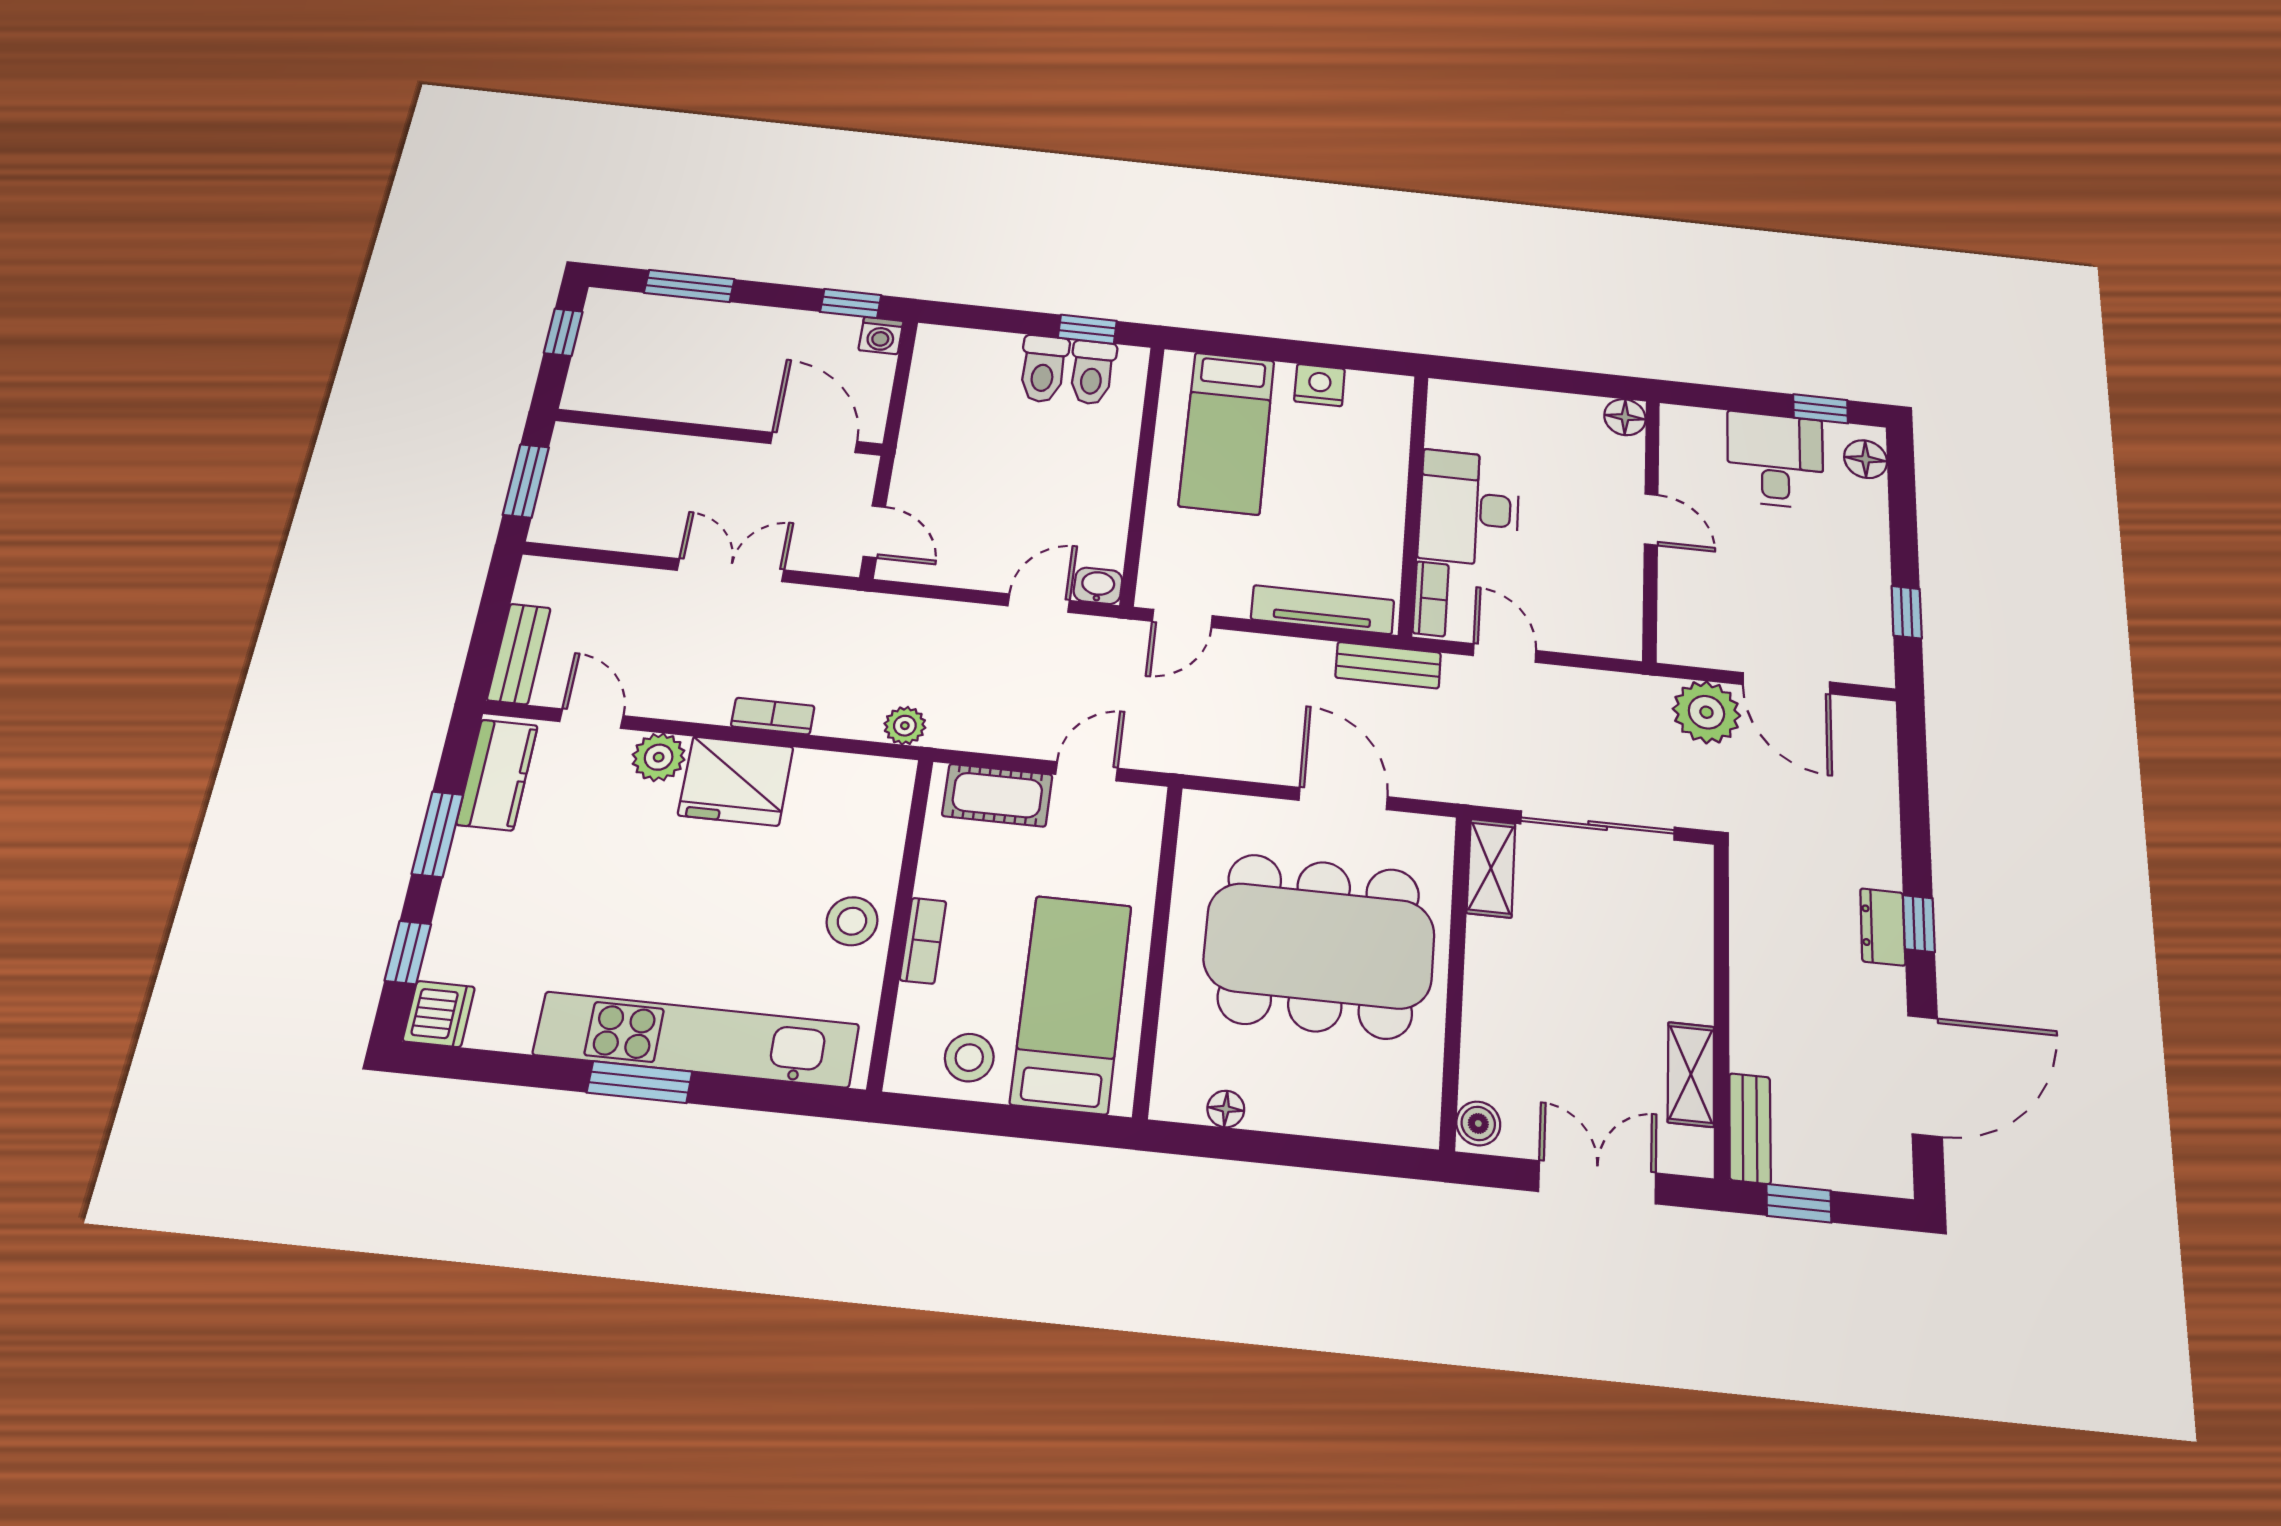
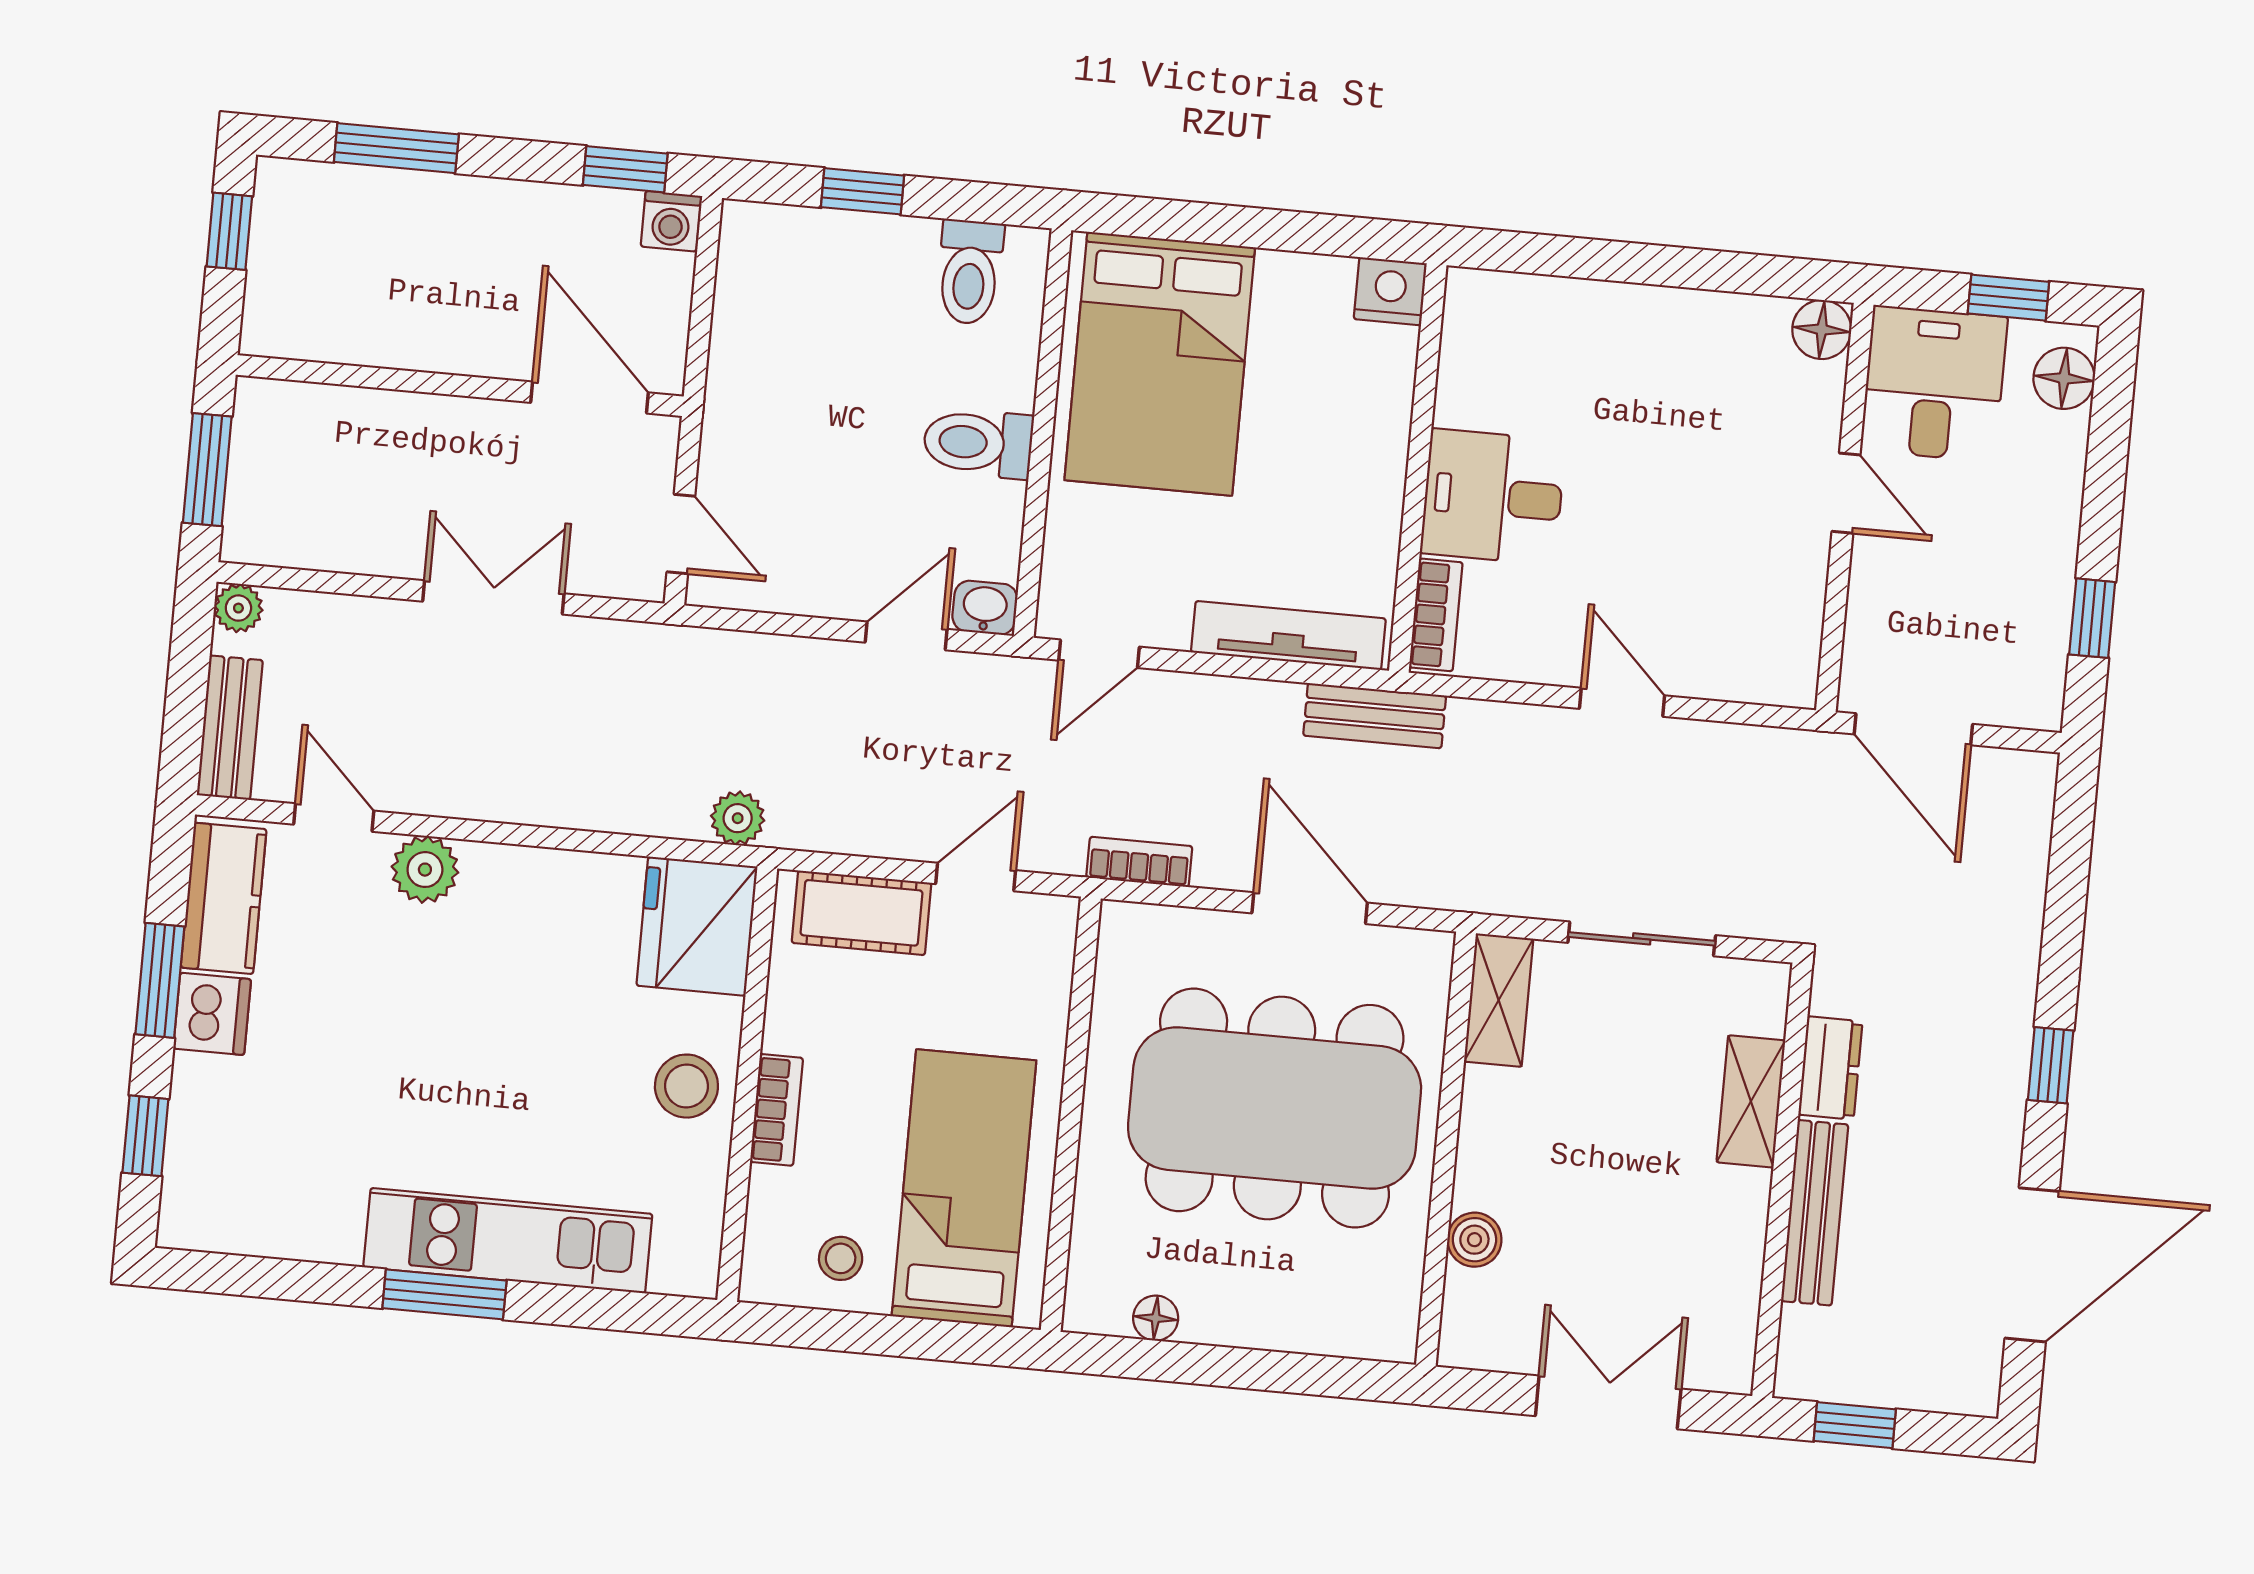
window: (1087, 329) -> (862, 191), moved
toilet: (1043, 369) -> (978, 443), moved, turned 90
nightstand: (1320, 385) -> (1390, 291), moved
floor lamp: (1625, 417) -> (1822, 330), moved
bed: (1227, 433) -> (1160, 364), width x1.50
desk: (1469, 508) -> (1493, 497), width x0.73
door: (1651, 519) -> (1846, 493), moved
wall: (1651, 529) -> (1845, 508), moved
door: (1505, 653) -> (1622, 702), moved
plant: (1706, 712) -> (238, 608), moved, width x0.53, depth x0.53
bookcase: (773, 716) -> (1139, 862), moved
fridge: (736, 781) -> (697, 926), moved, turned 90
sliding door: (1598, 826) -> (1642, 939), width x0.73
dresser: (1883, 927) -> (1830, 1068), moved, turned 180
dishwasher: (439, 1014) -> (212, 1014), moved
kitchen unit: (697, 1040) -> (508, 1241), width x0.73
stool: (969, 1058) -> (841, 1258), width x0.73, depth x0.73
shelving: (1691, 1074) -> (1751, 1101), moved
boiler: (1478, 1123) -> (1474, 1240), moved
bench: (1750, 1128) -> (1815, 1213), moved, width x1.36

